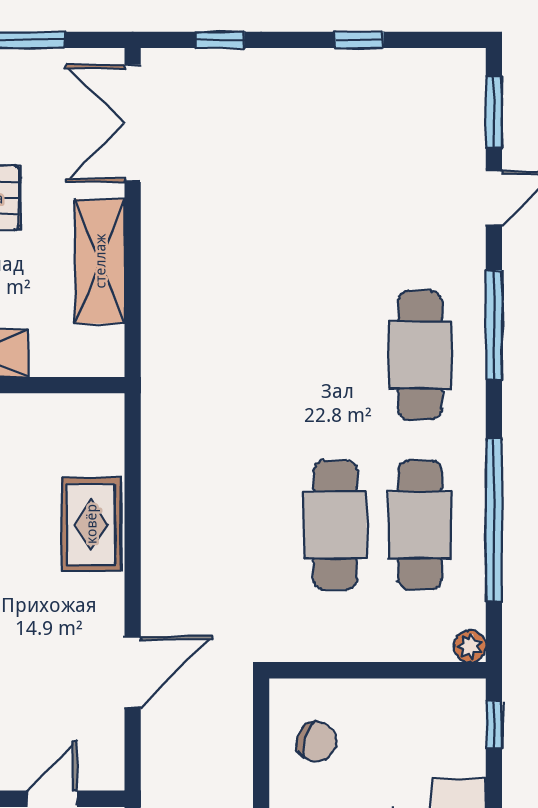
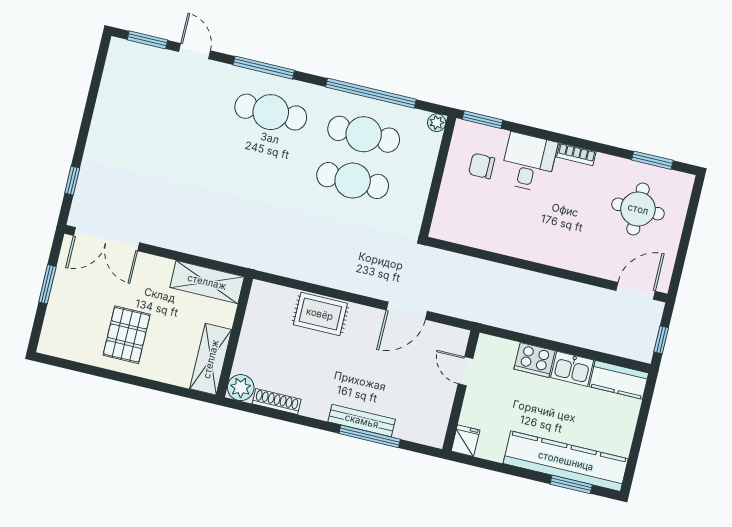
window: (359, 40) -> (90, 104), removed
shelving: (100, 261) -> (207, 282), moved
door: (133, 672) -> (407, 311), swing flipped
window: (494, 724) -> (483, 120), width x1.50
chair: (317, 741) -> (482, 166), moved, turned -105

